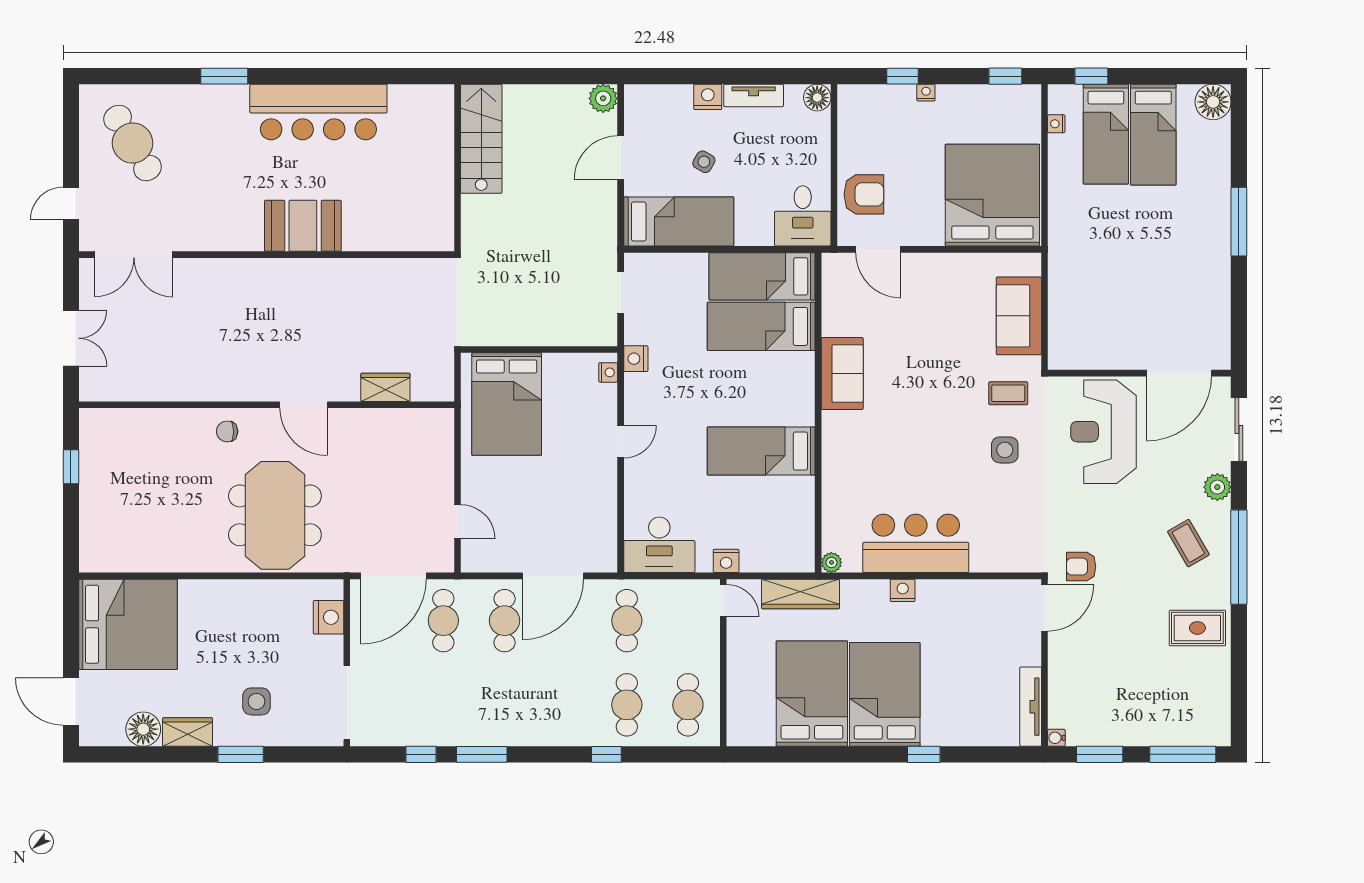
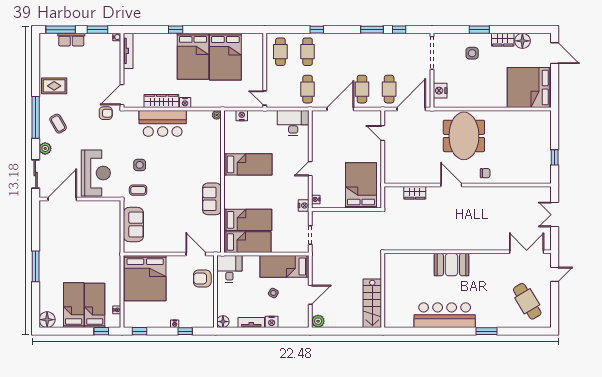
bar counter: (916, 543) -> (163, 123), moved
nightstand: (726, 561) -> (242, 116), moved
wardrobe: (801, 594) -> (161, 101), moved
row of seats: (1159, 732) -> (71, 40), added

